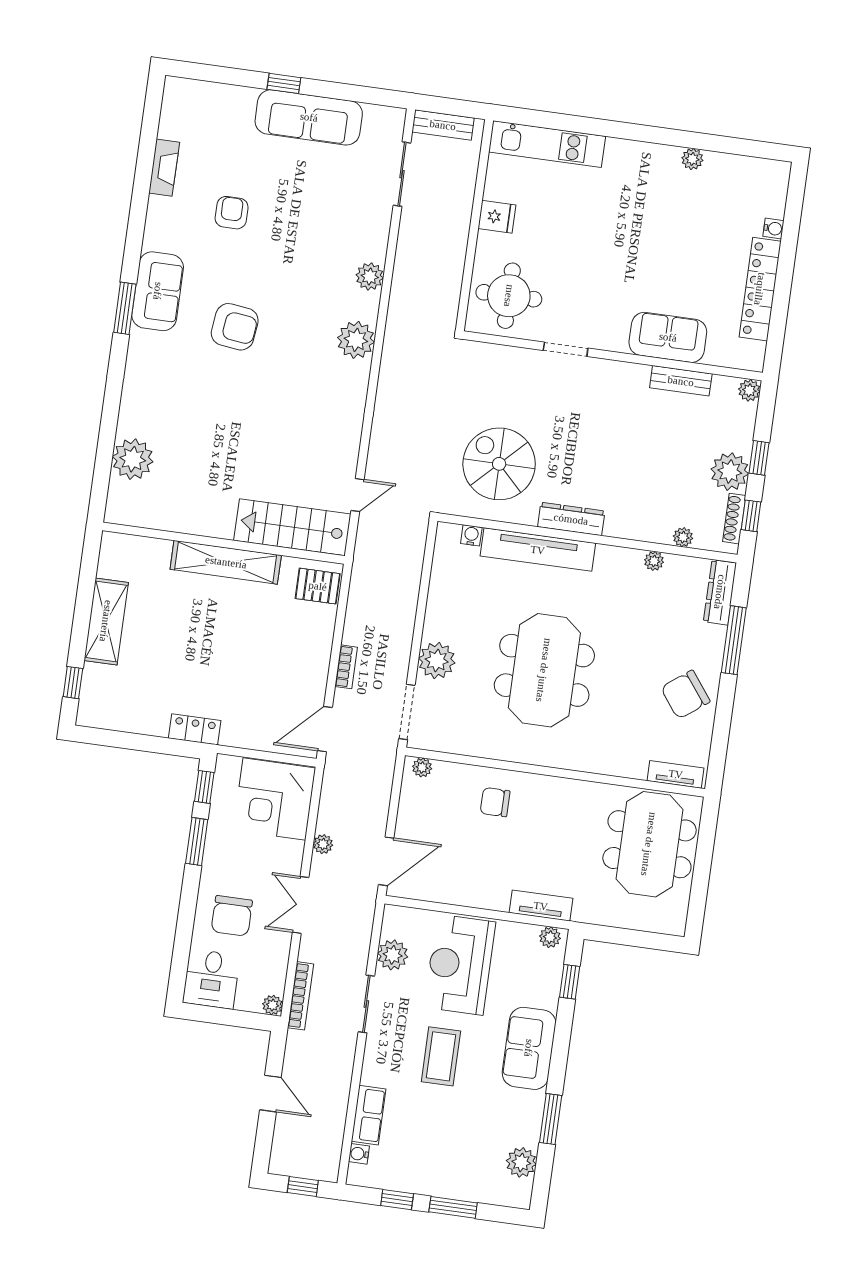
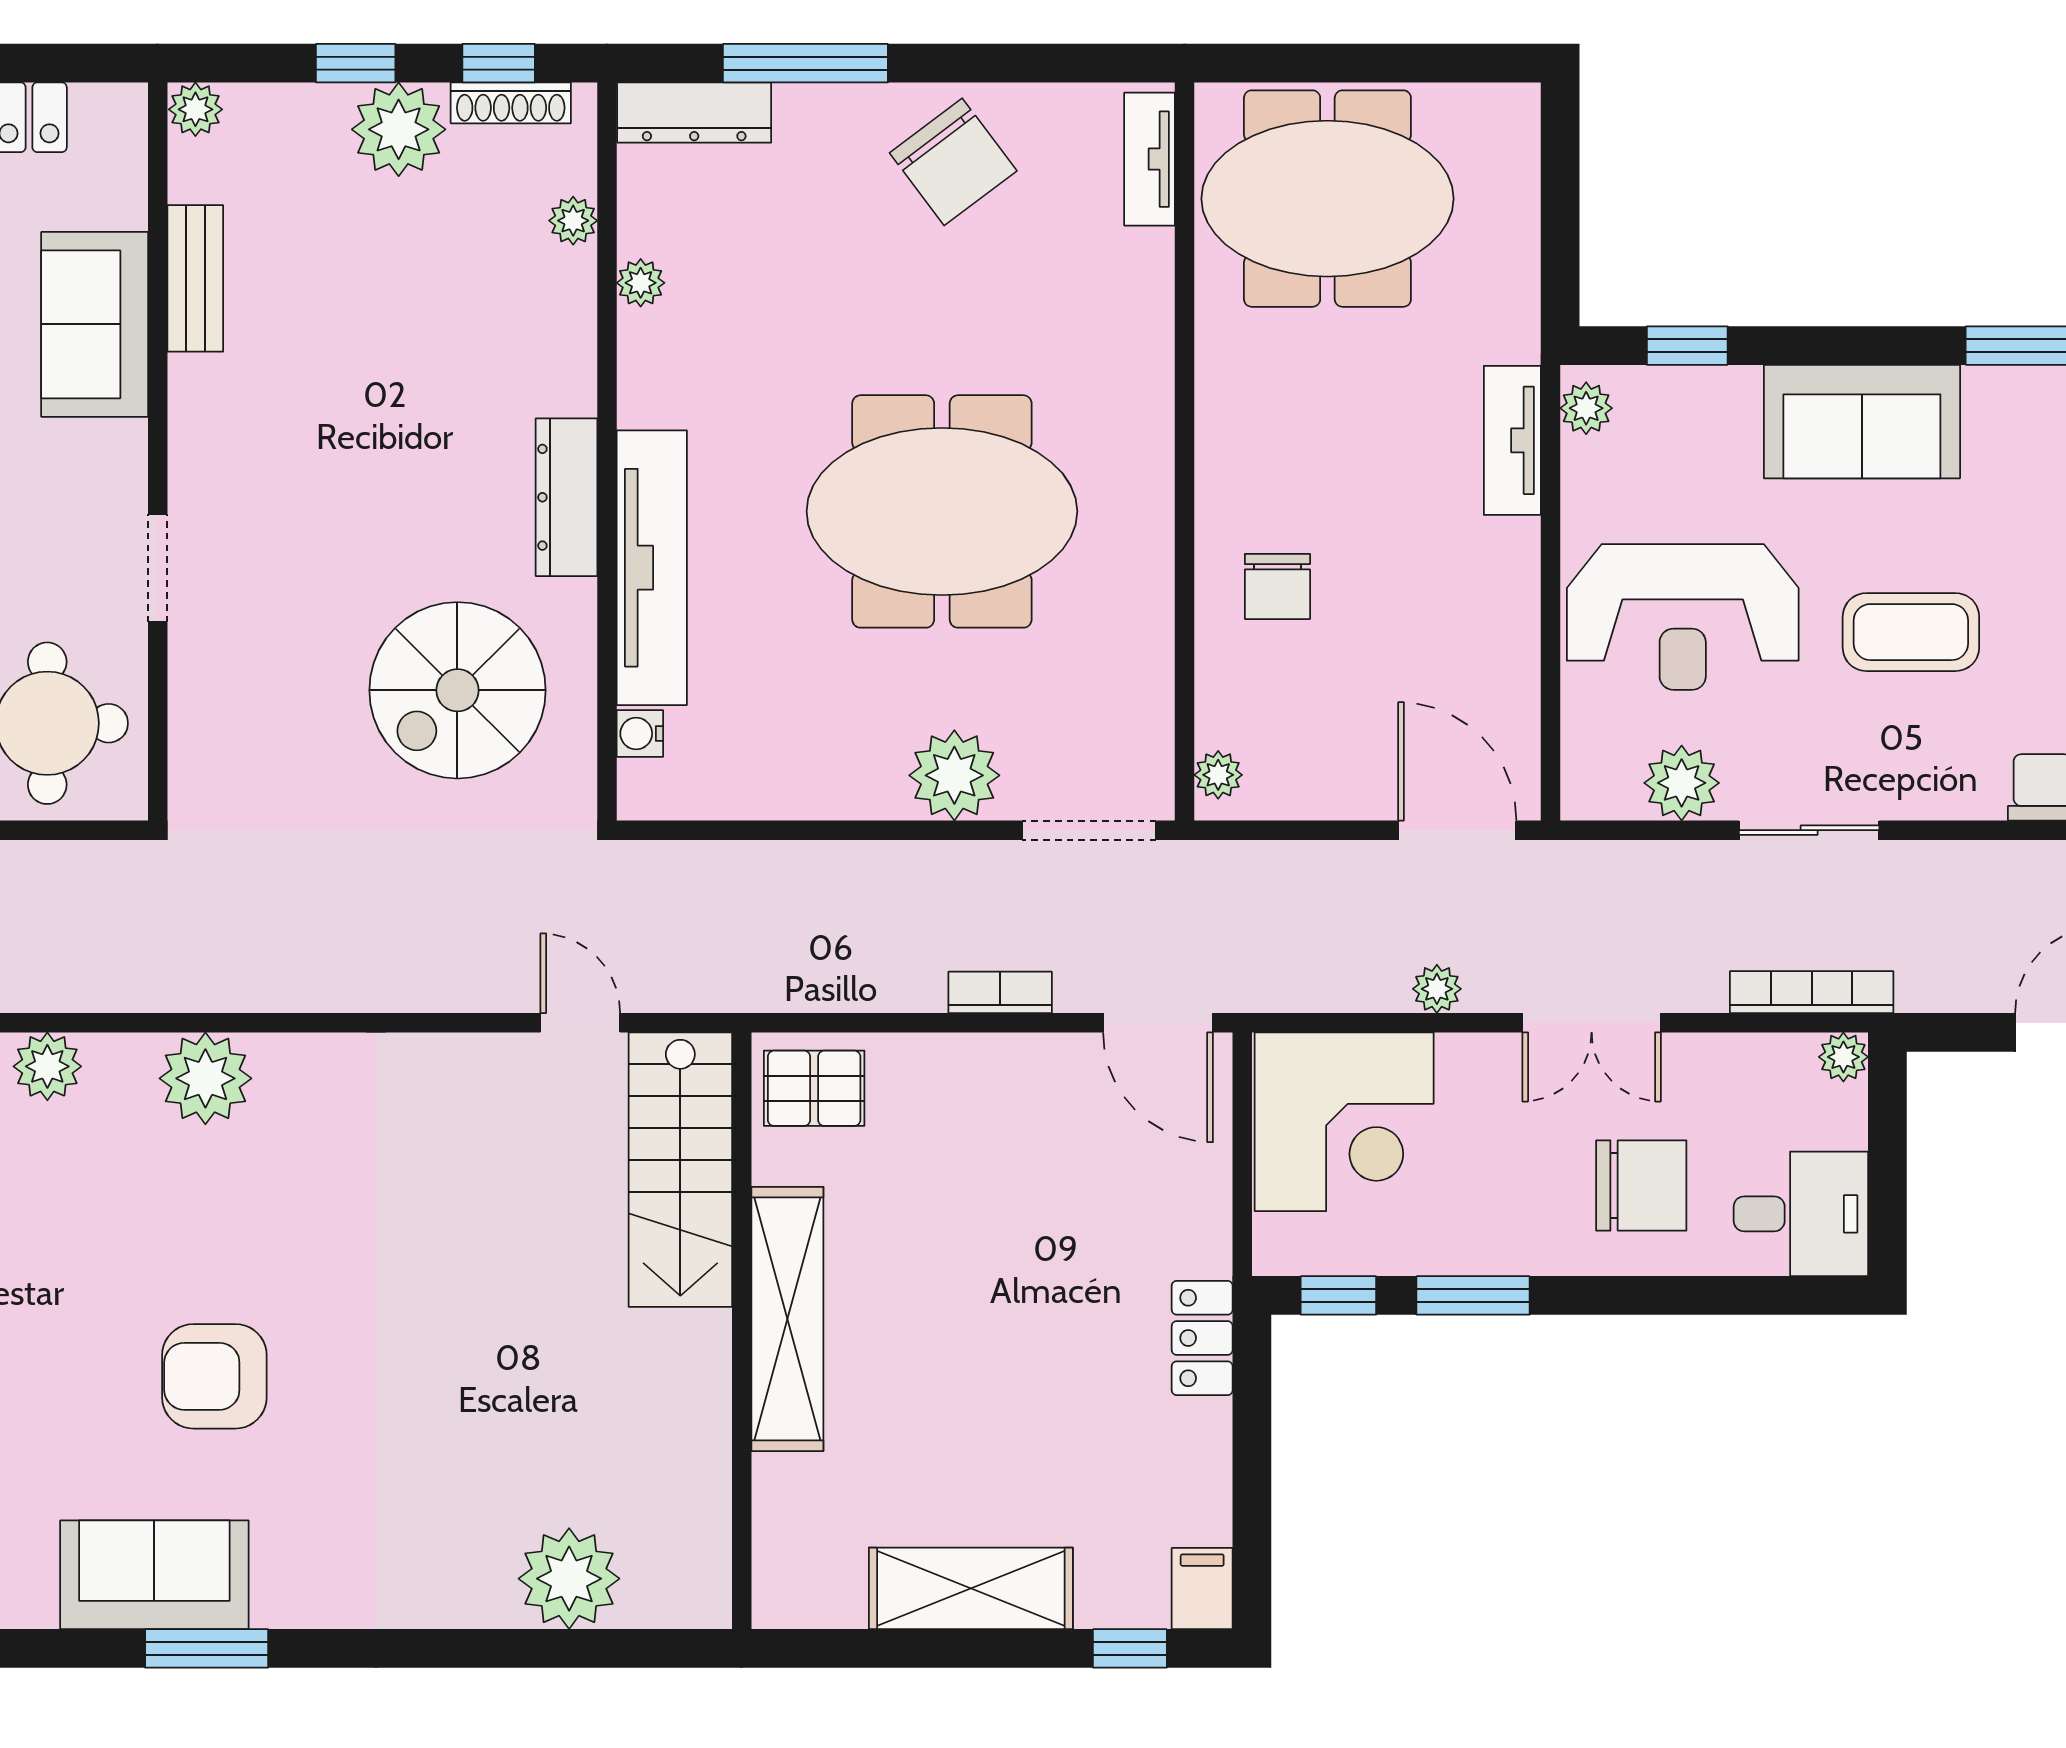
armchair: (235, 327) -> (214, 1376), turned -97
pallet: (318, 586) -> (814, 1088), turned 90
filing cabinet: (93, 715) -> (1202, 1589), added

